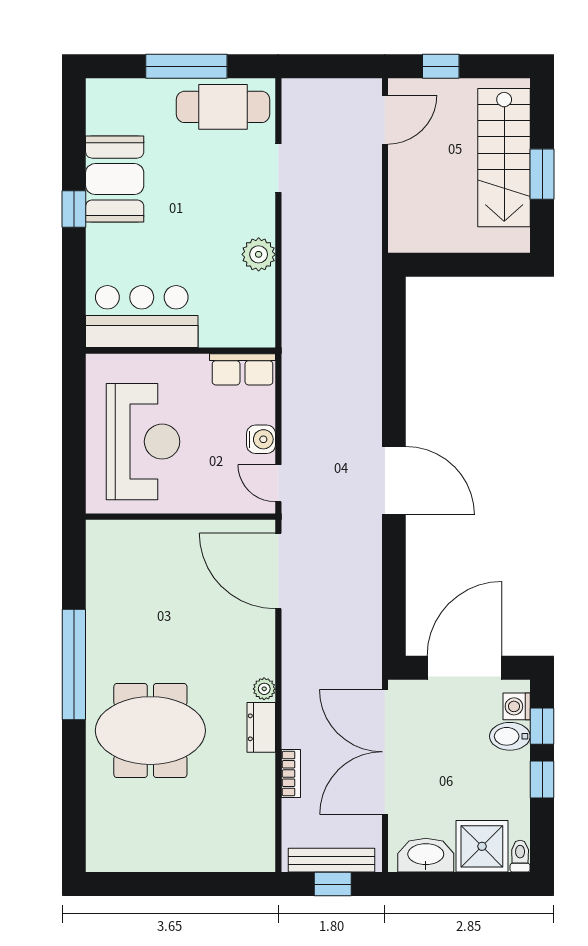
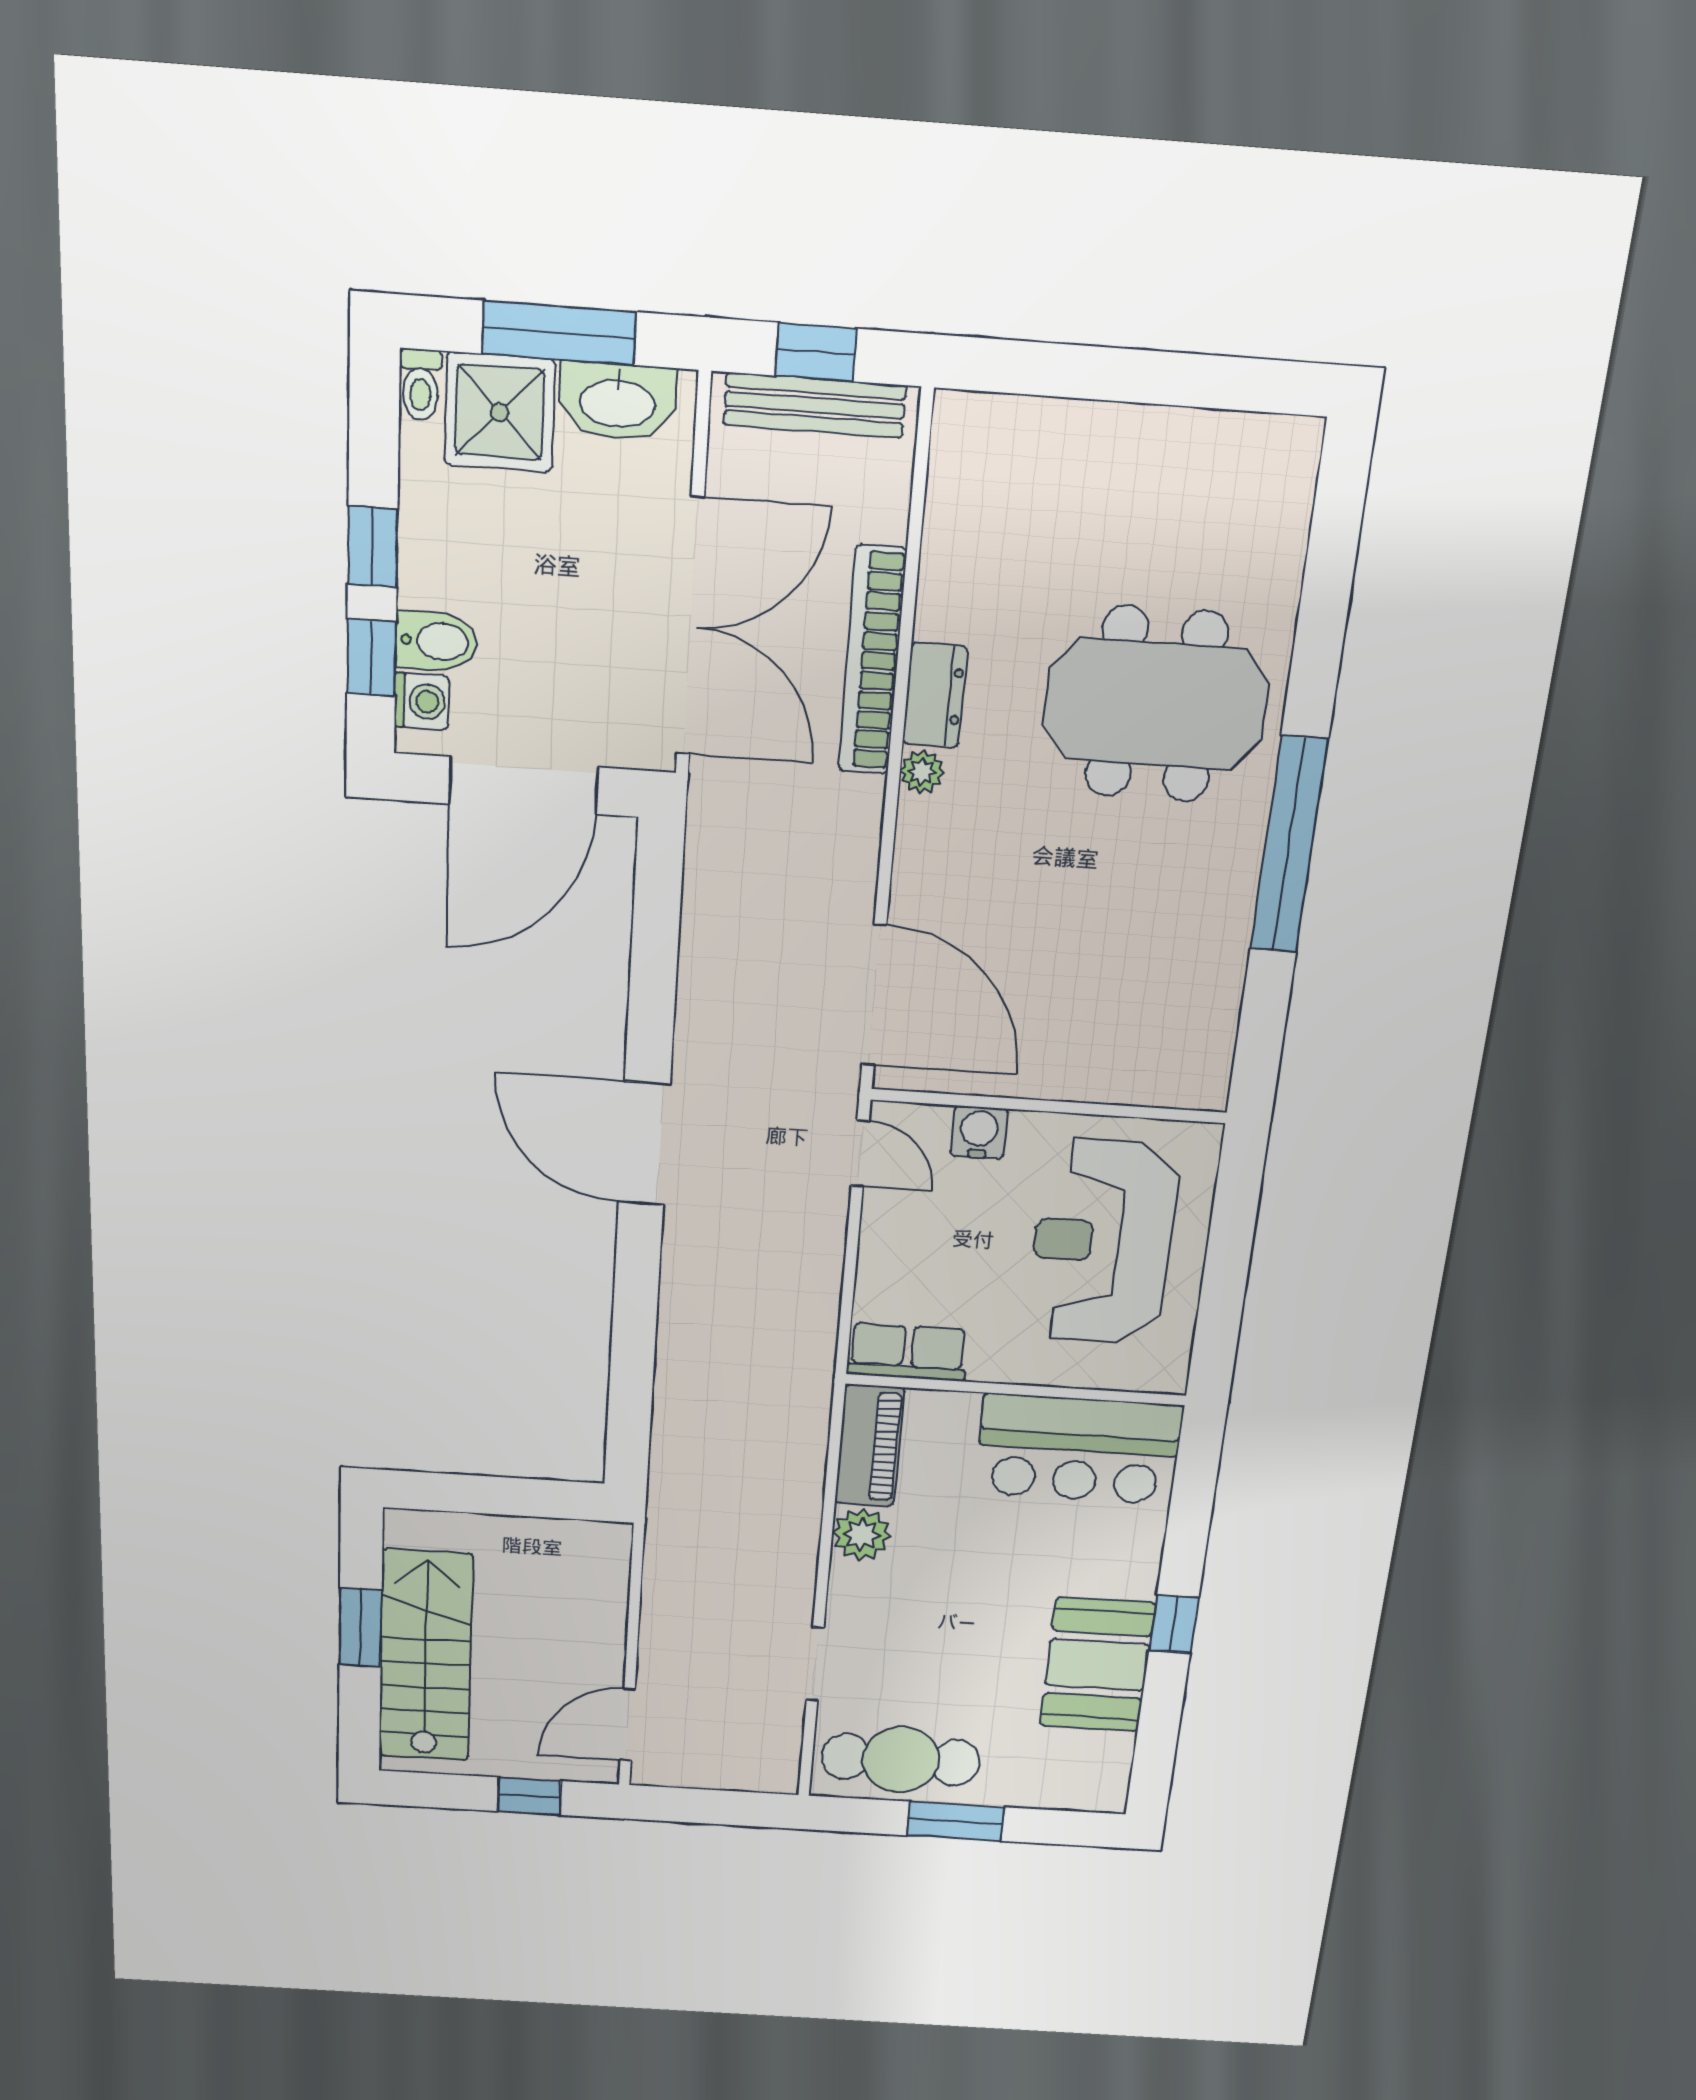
window: (186, 66) -> (956, 1821), width x0.69
piano: (259, 311) -> (869, 1446), added
water cooler: (261, 439) -> (979, 1132), moved, turned 90
bookcase: (291, 774) -> (872, 661), width x2.31, depth x1.31
window: (455, 884) -> (559, 333), added

